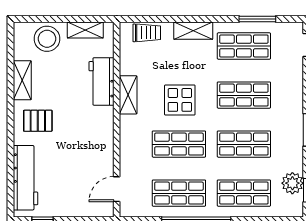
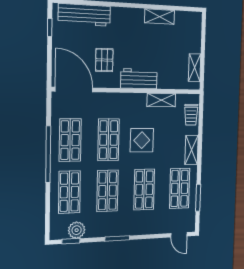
stool: (47, 39) -> (189, 38), removed
workbench: (101, 81) -> (139, 79), moved
shelving: (128, 95) -> (161, 100), moved
pallet: (38, 121) -> (104, 60), moved
door: (117, 189) -> (74, 90), width x1.88

